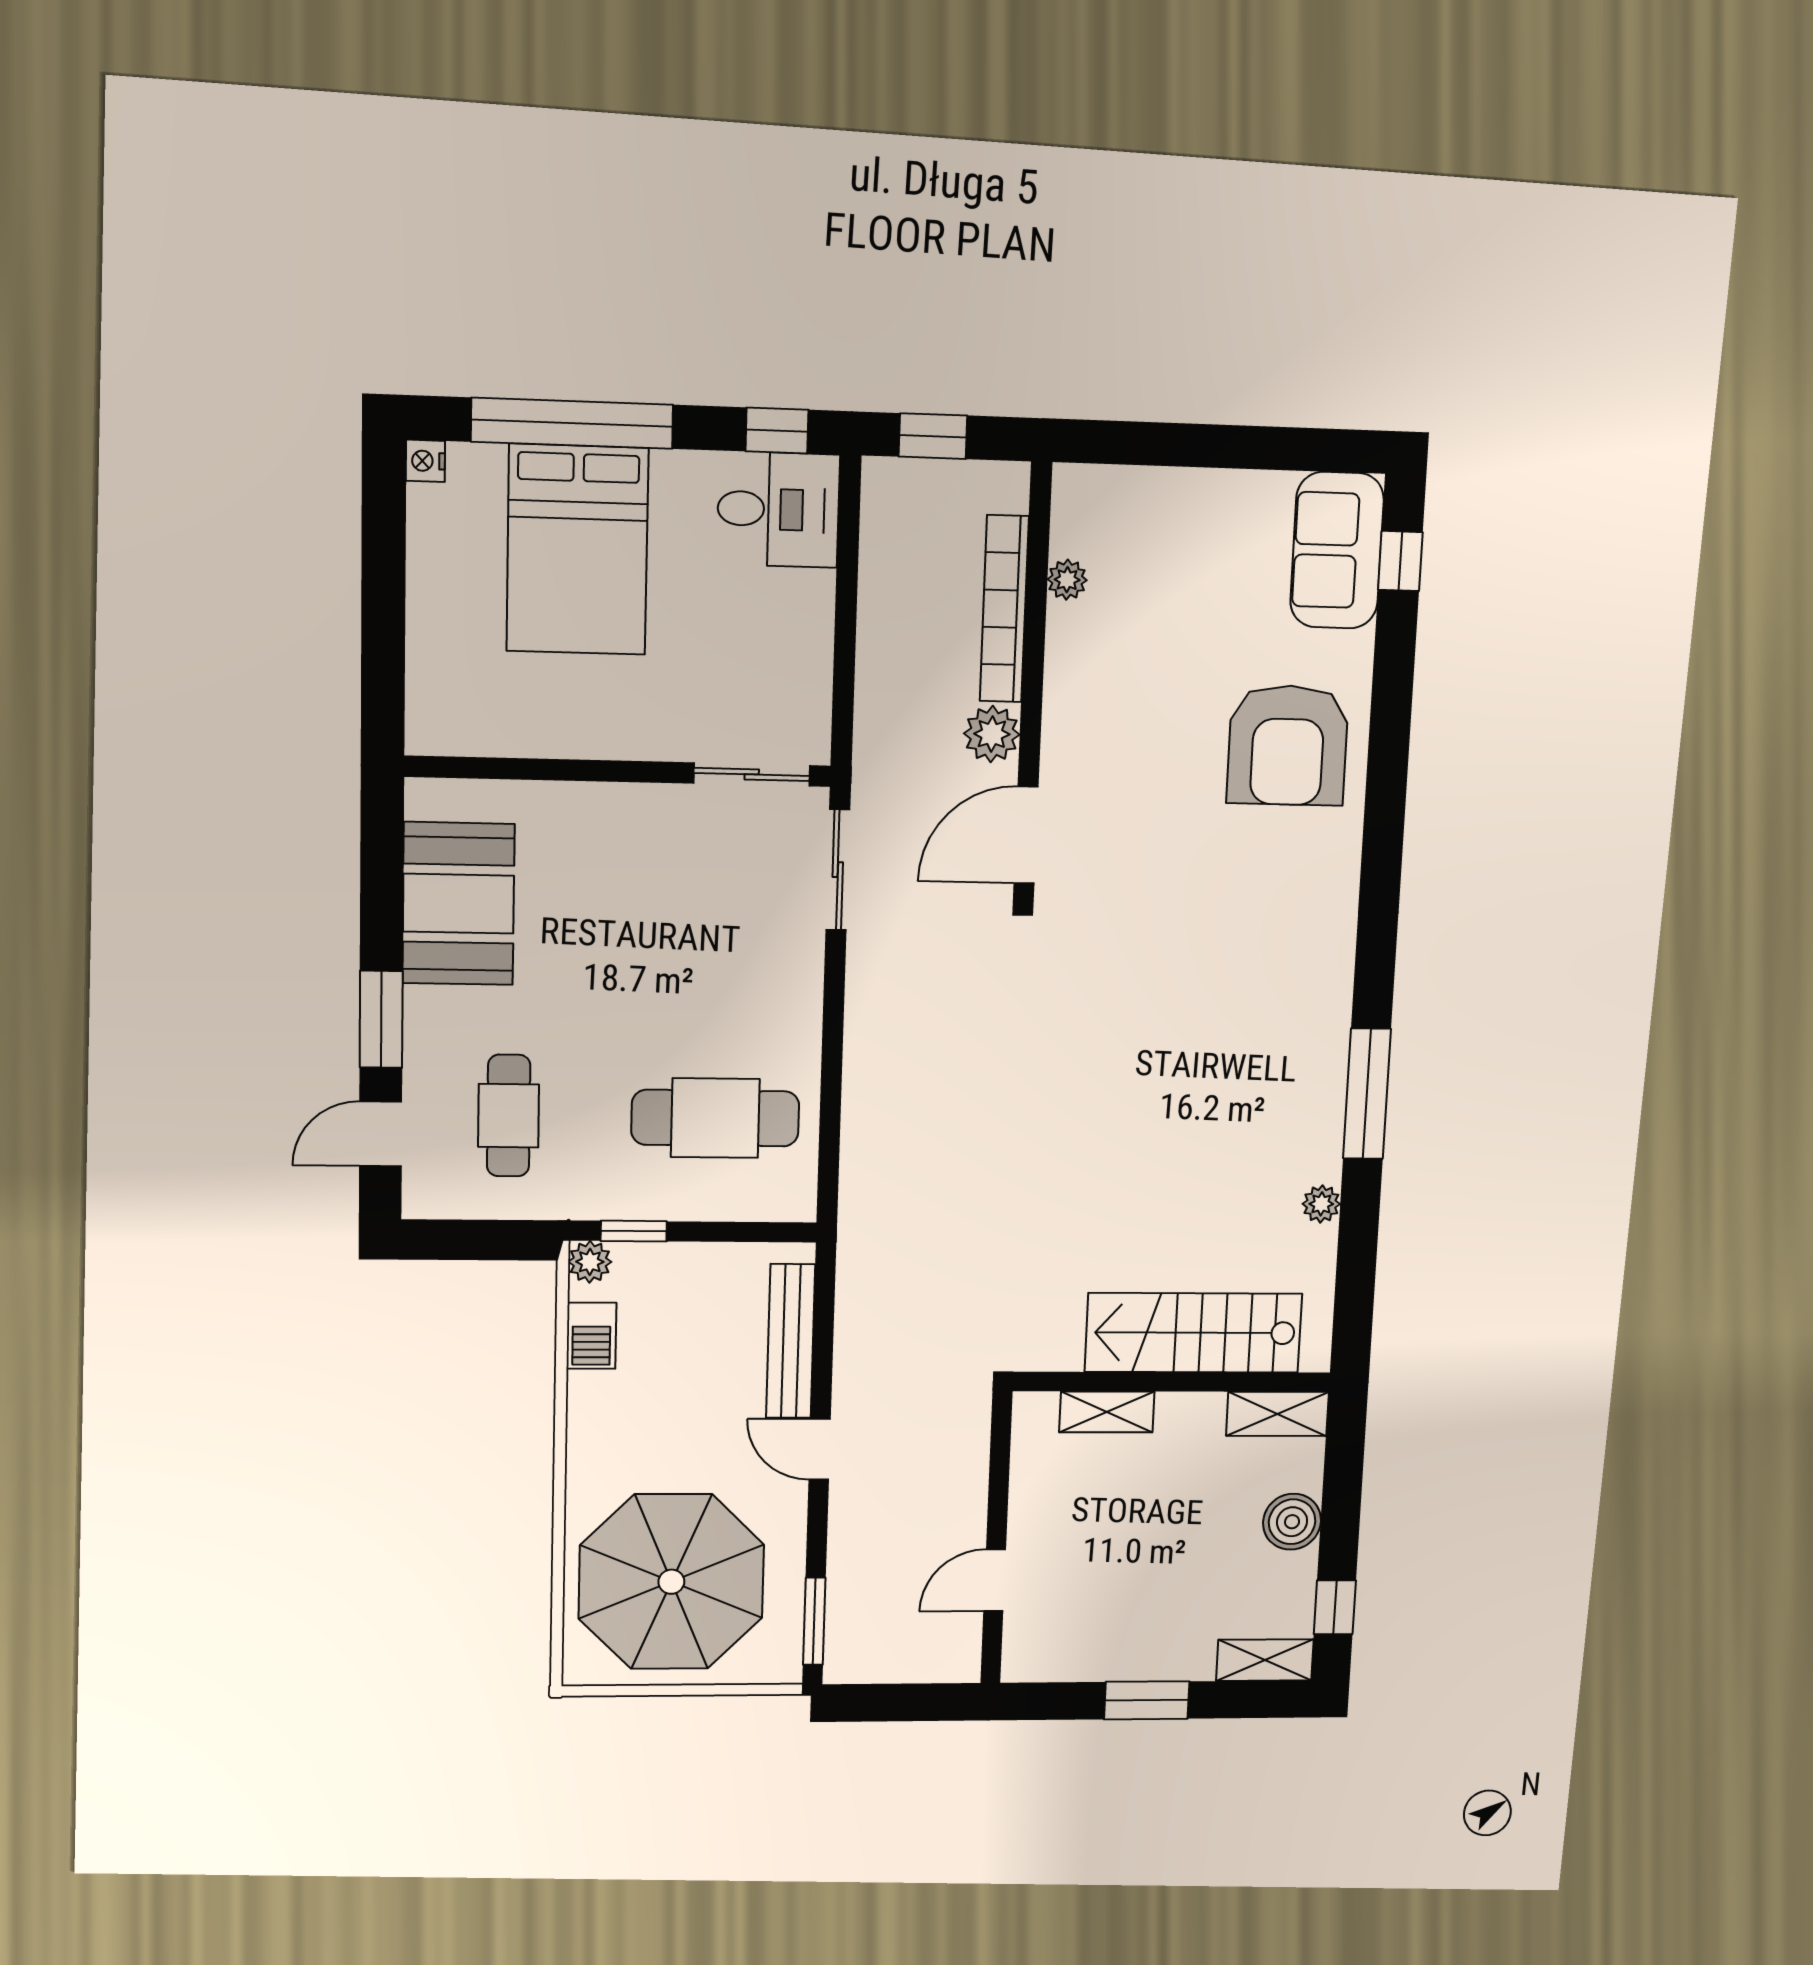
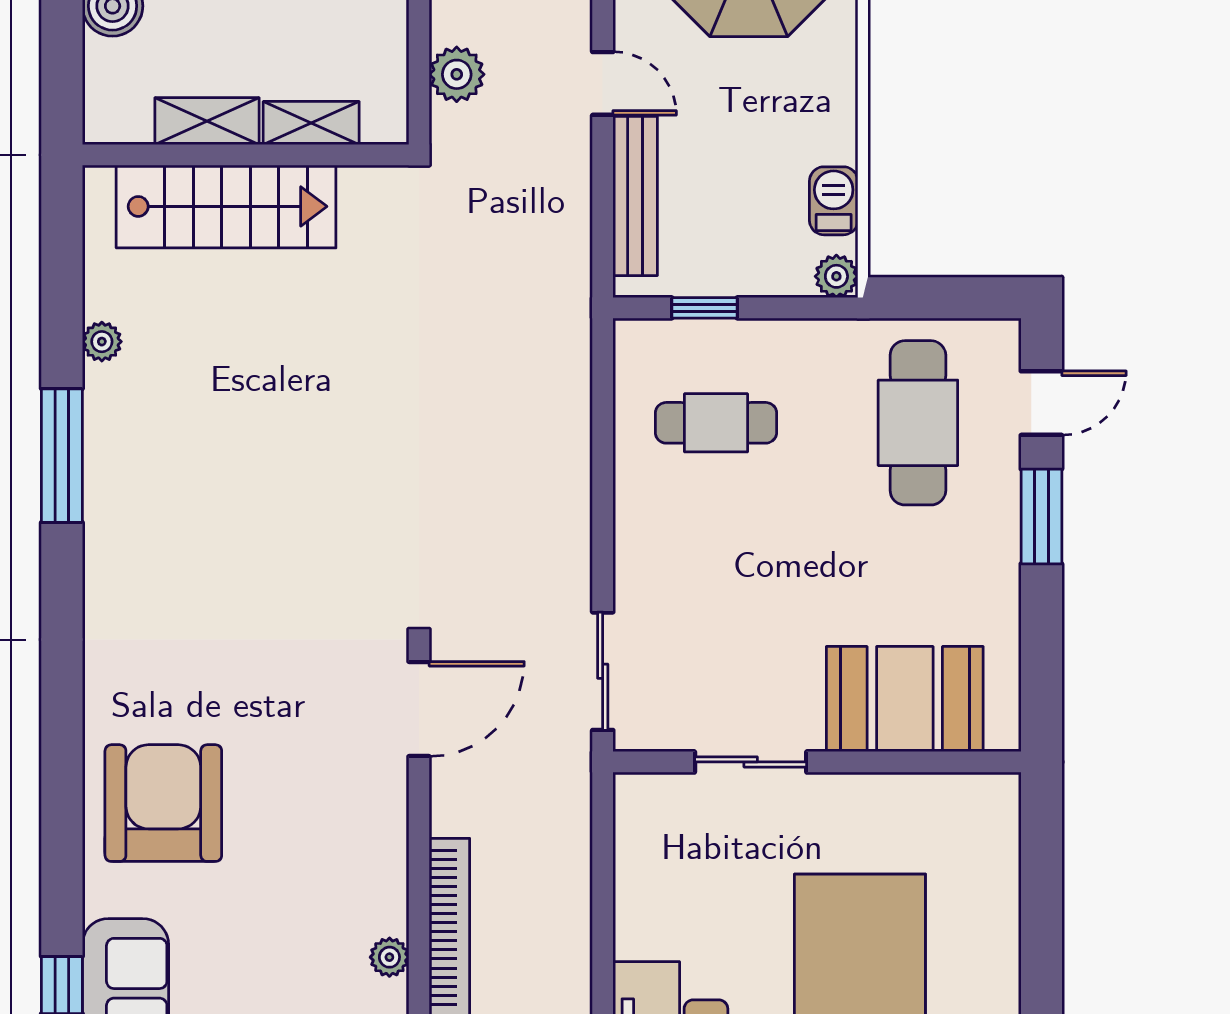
plant: (992, 734) -> (457, 74), moved
sliding door: (752, 774) -> (751, 762), moved
booth: (458, 904) -> (905, 699), moved, turned 90
cafe table: (509, 1116) -> (918, 423), width x1.37, depth x1.35
cafe table: (715, 1118) -> (716, 423), width x0.73, depth x0.74
window: (634, 1231) -> (705, 308), moved
shelving: (1277, 1414) -> (207, 121), moved

